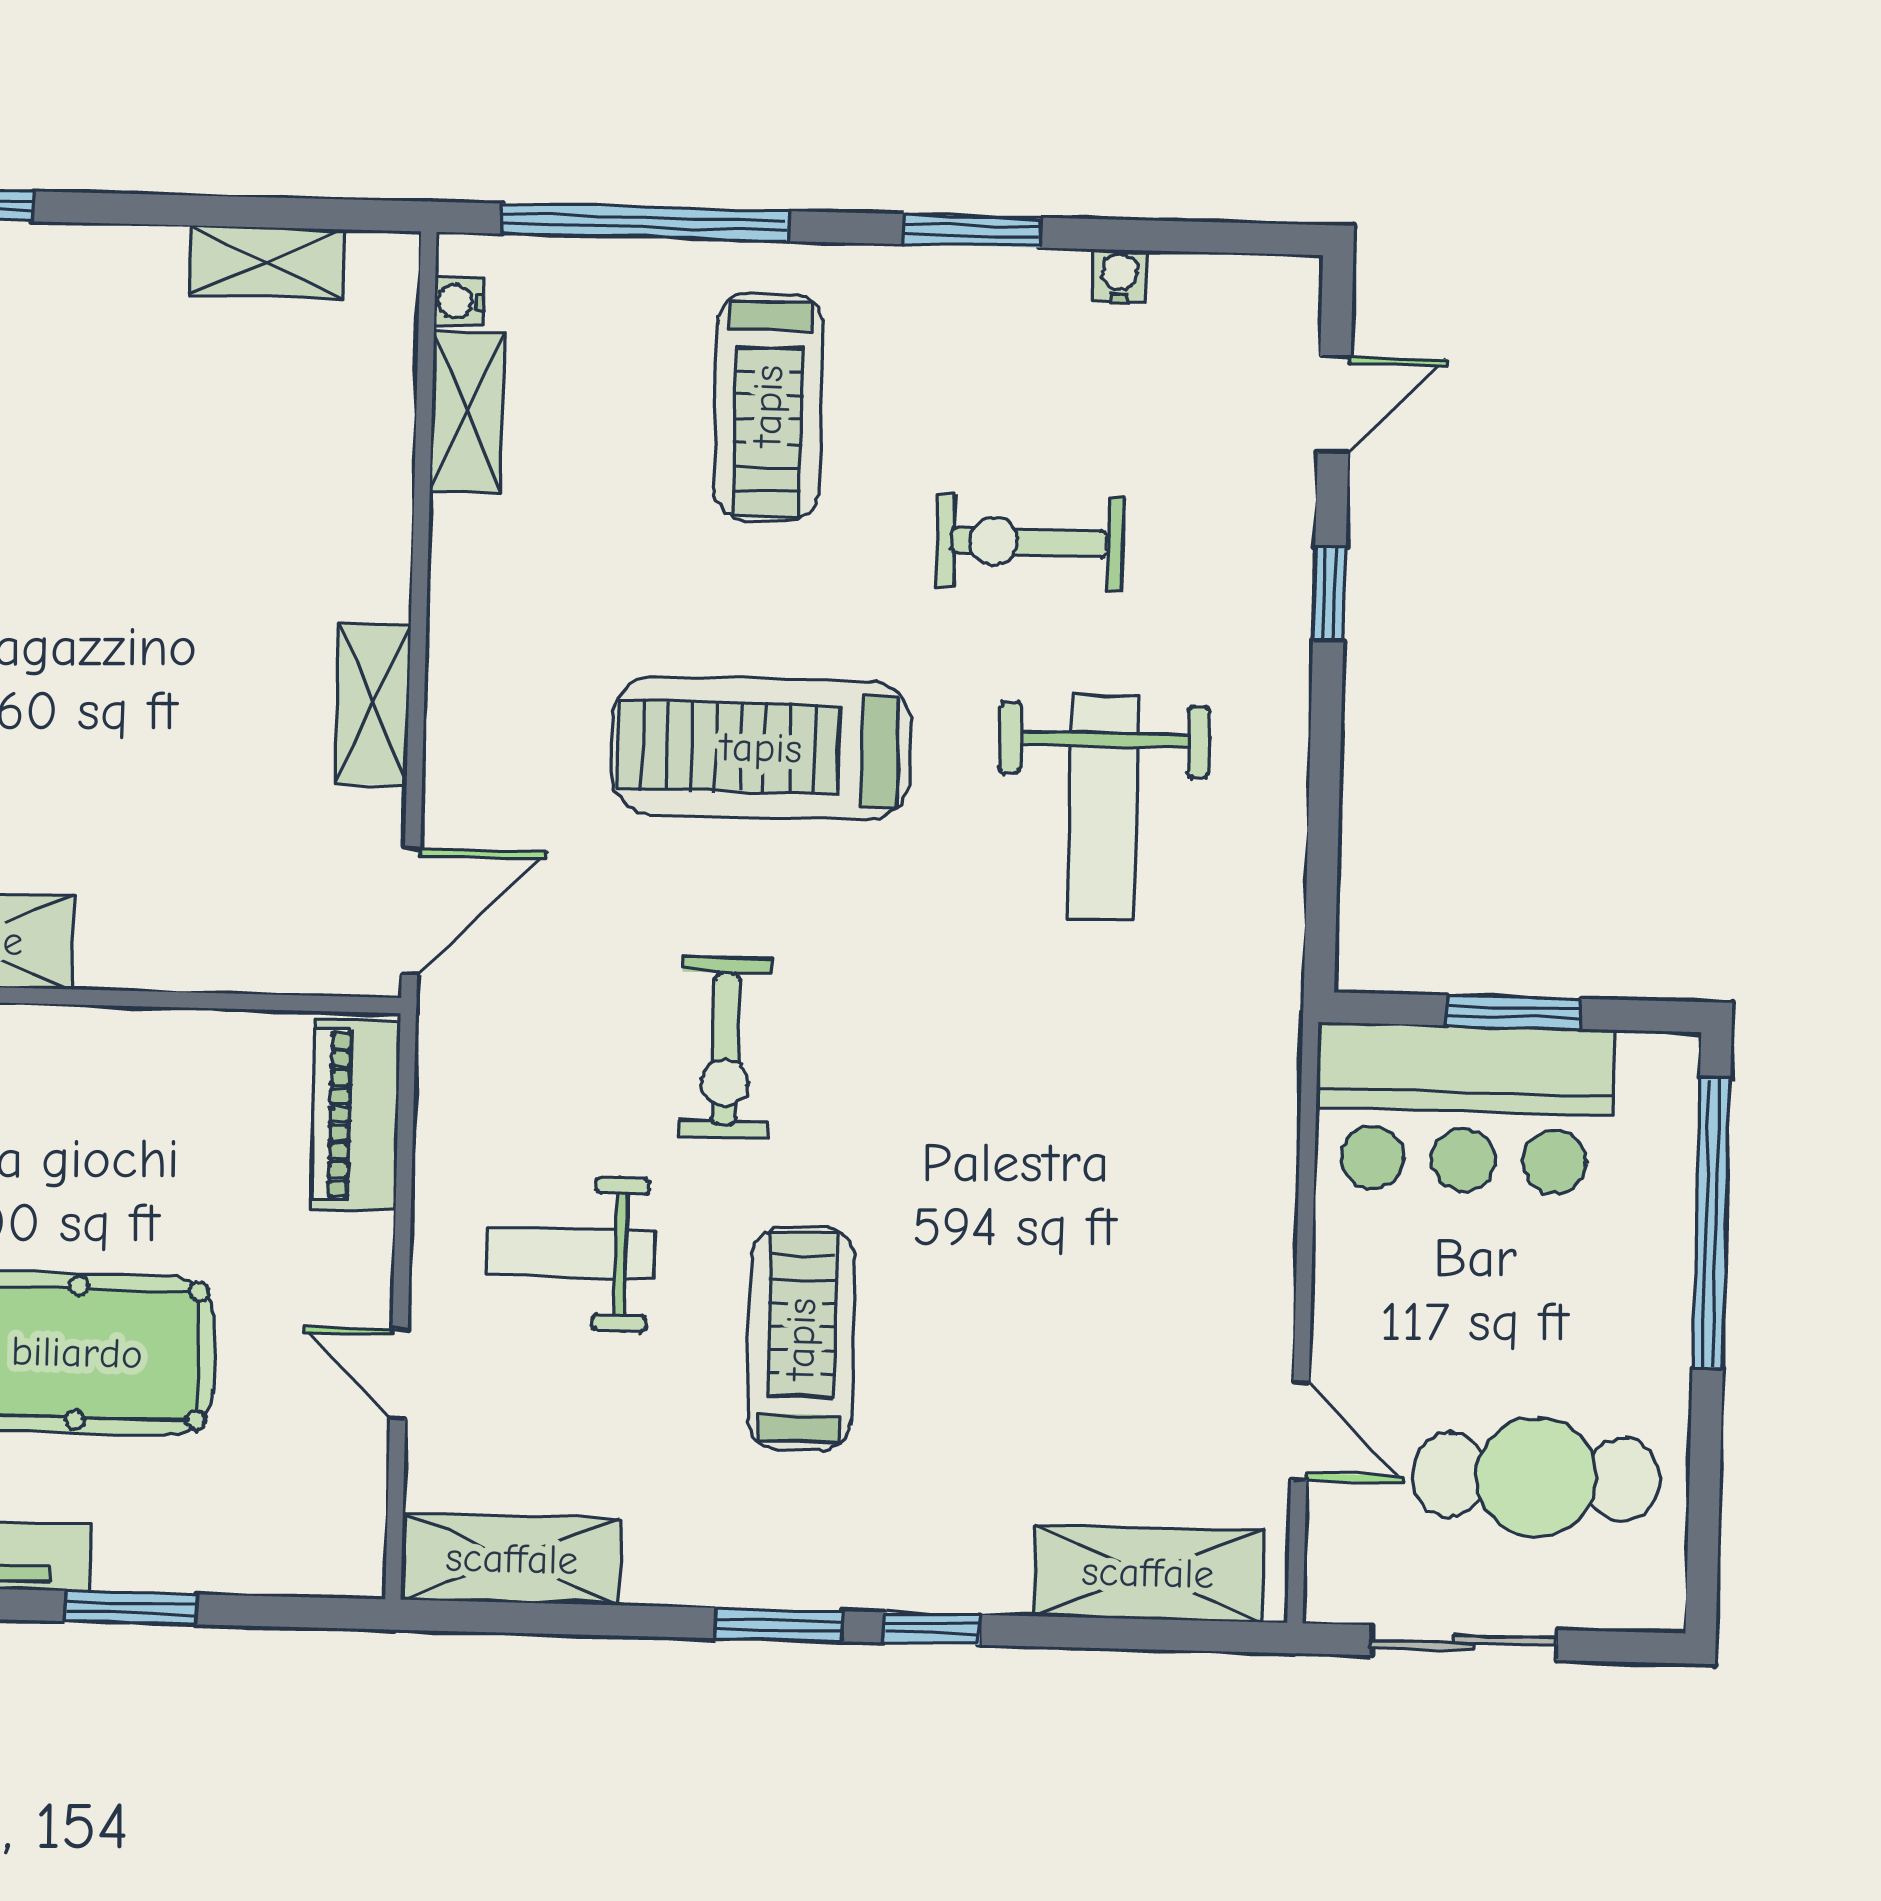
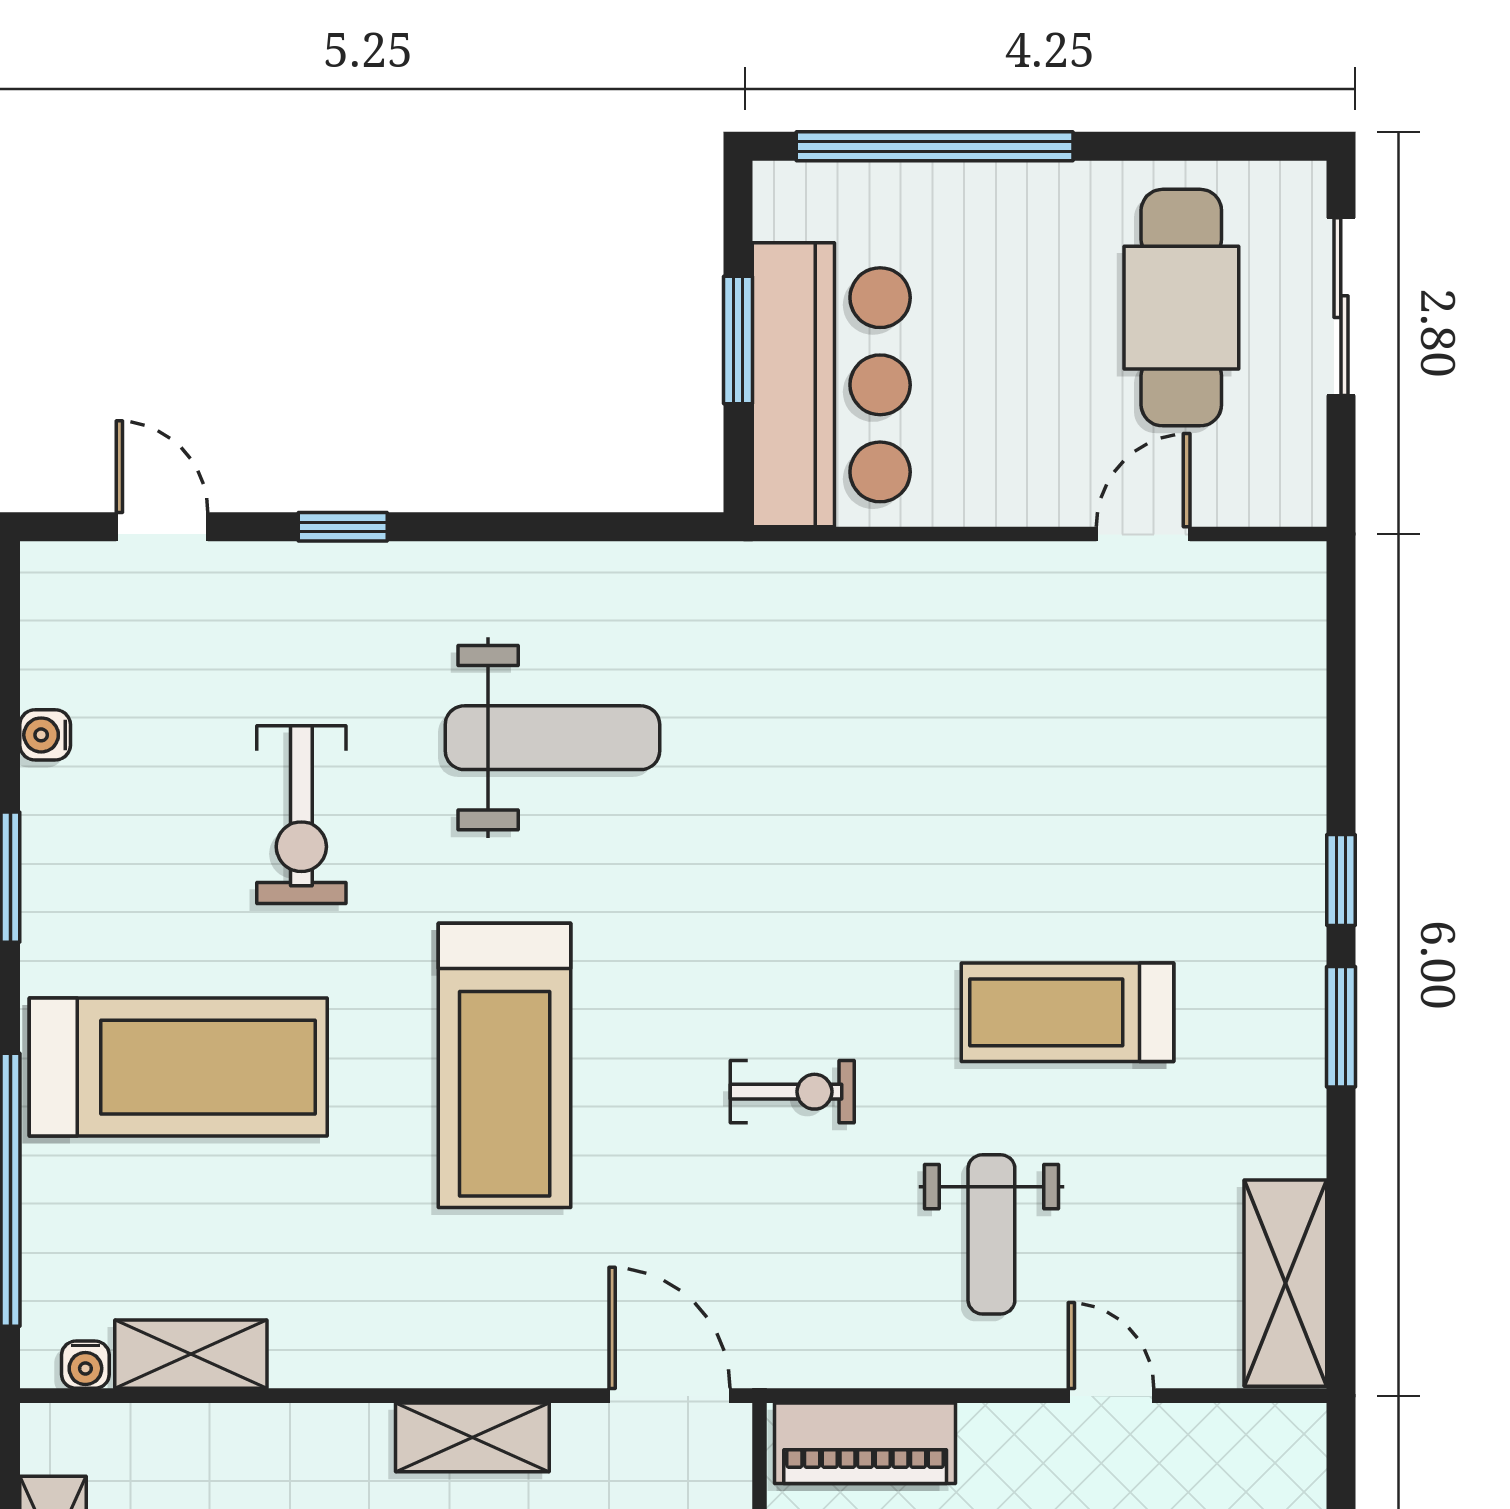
treadmill: (768, 406) -> (178, 1067), width x1.37, depth x1.38
exercise bike: (726, 1048) -> (792, 1092), width x0.73, depth x0.72
door: (399, 1374) -> (1111, 1396), swing flipped
shelving: (1148, 1573) -> (1283, 675), removed
sliding door: (1464, 1643) -> (1341, 307), moved

